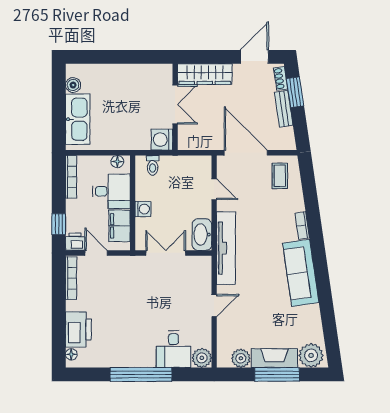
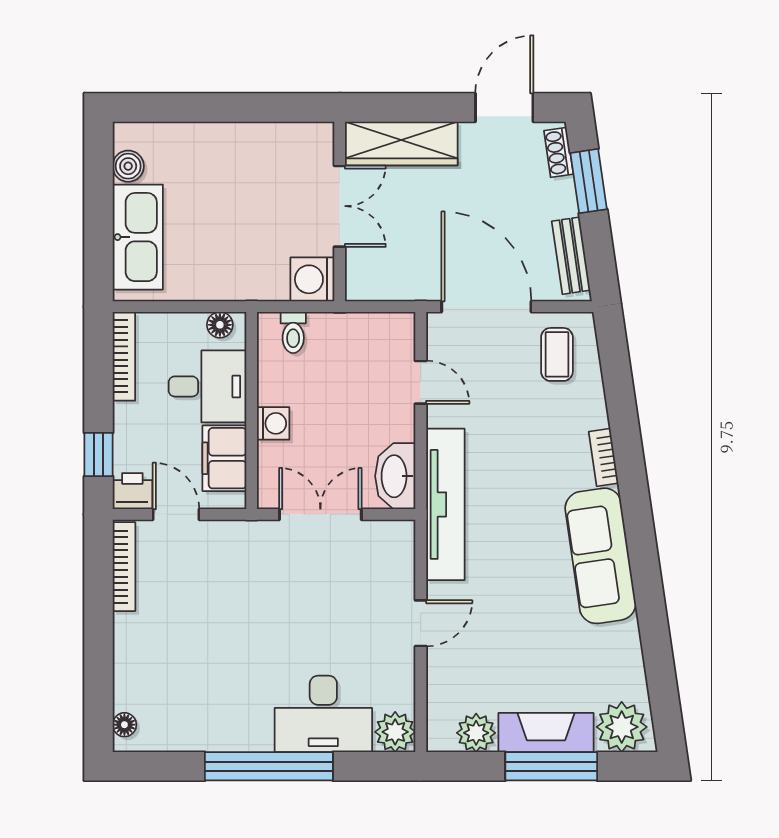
bench: (284, 109) -> (571, 256), moved
printer: (78, 329) -> (139, 673), removed
desk: (174, 349) -> (323, 714), width x1.37

